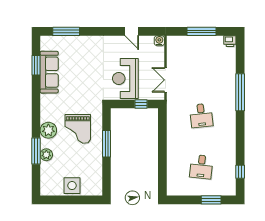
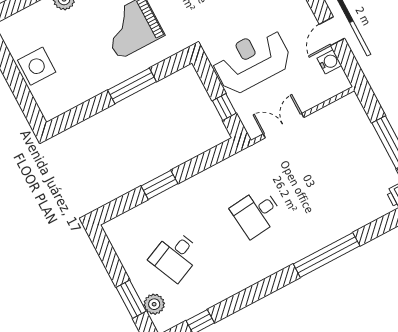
water cooler: (159, 41) -> (329, 62), moved
window: (162, 156) -> (160, 185), added
desk: (201, 167) -> (175, 256), turned -30
plant: (220, 190) -> (154, 304), added

